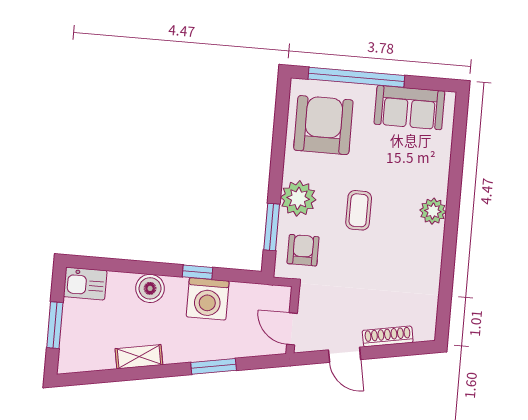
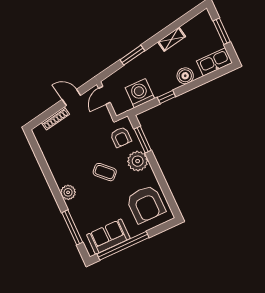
window: (356, 77) -> (123, 246), moved
window: (457, 153) -> (72, 227), added
coffee table: (359, 210) -> (105, 172), turned -46
kitchen sink: (85, 284) -> (214, 62), width x1.38
washing machine: (208, 299) -> (140, 93), moved
door: (292, 329) -> (104, 95), swing flipped

